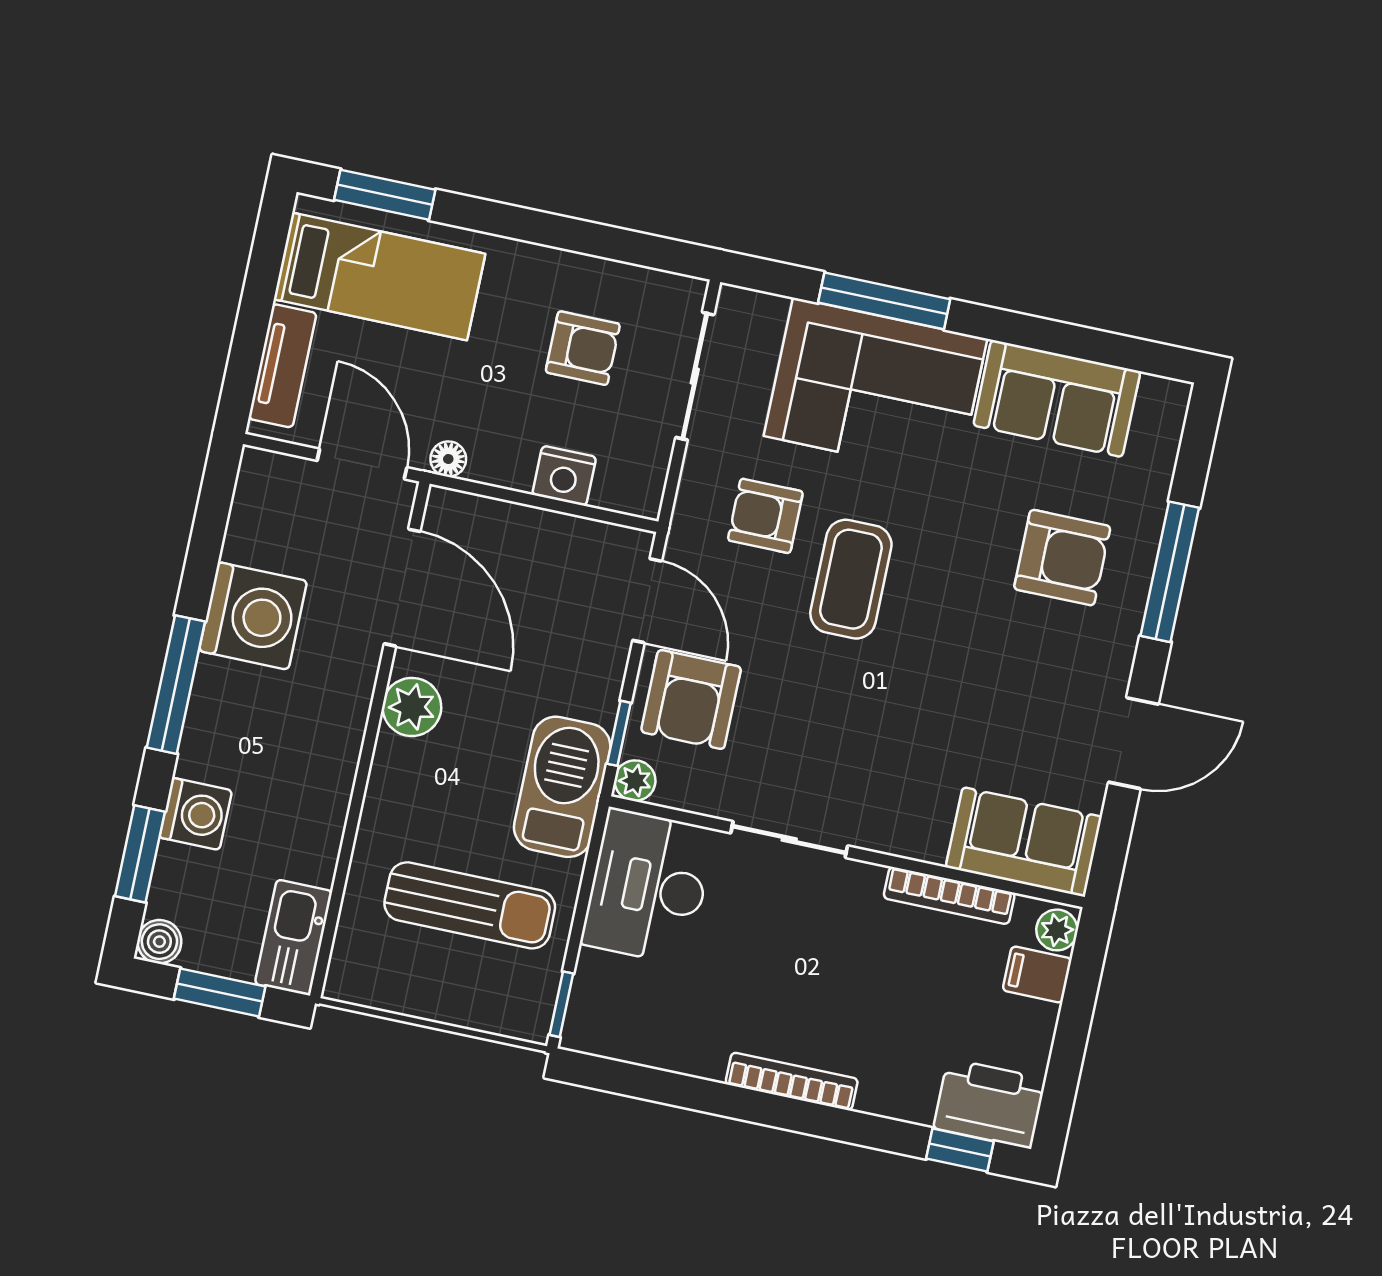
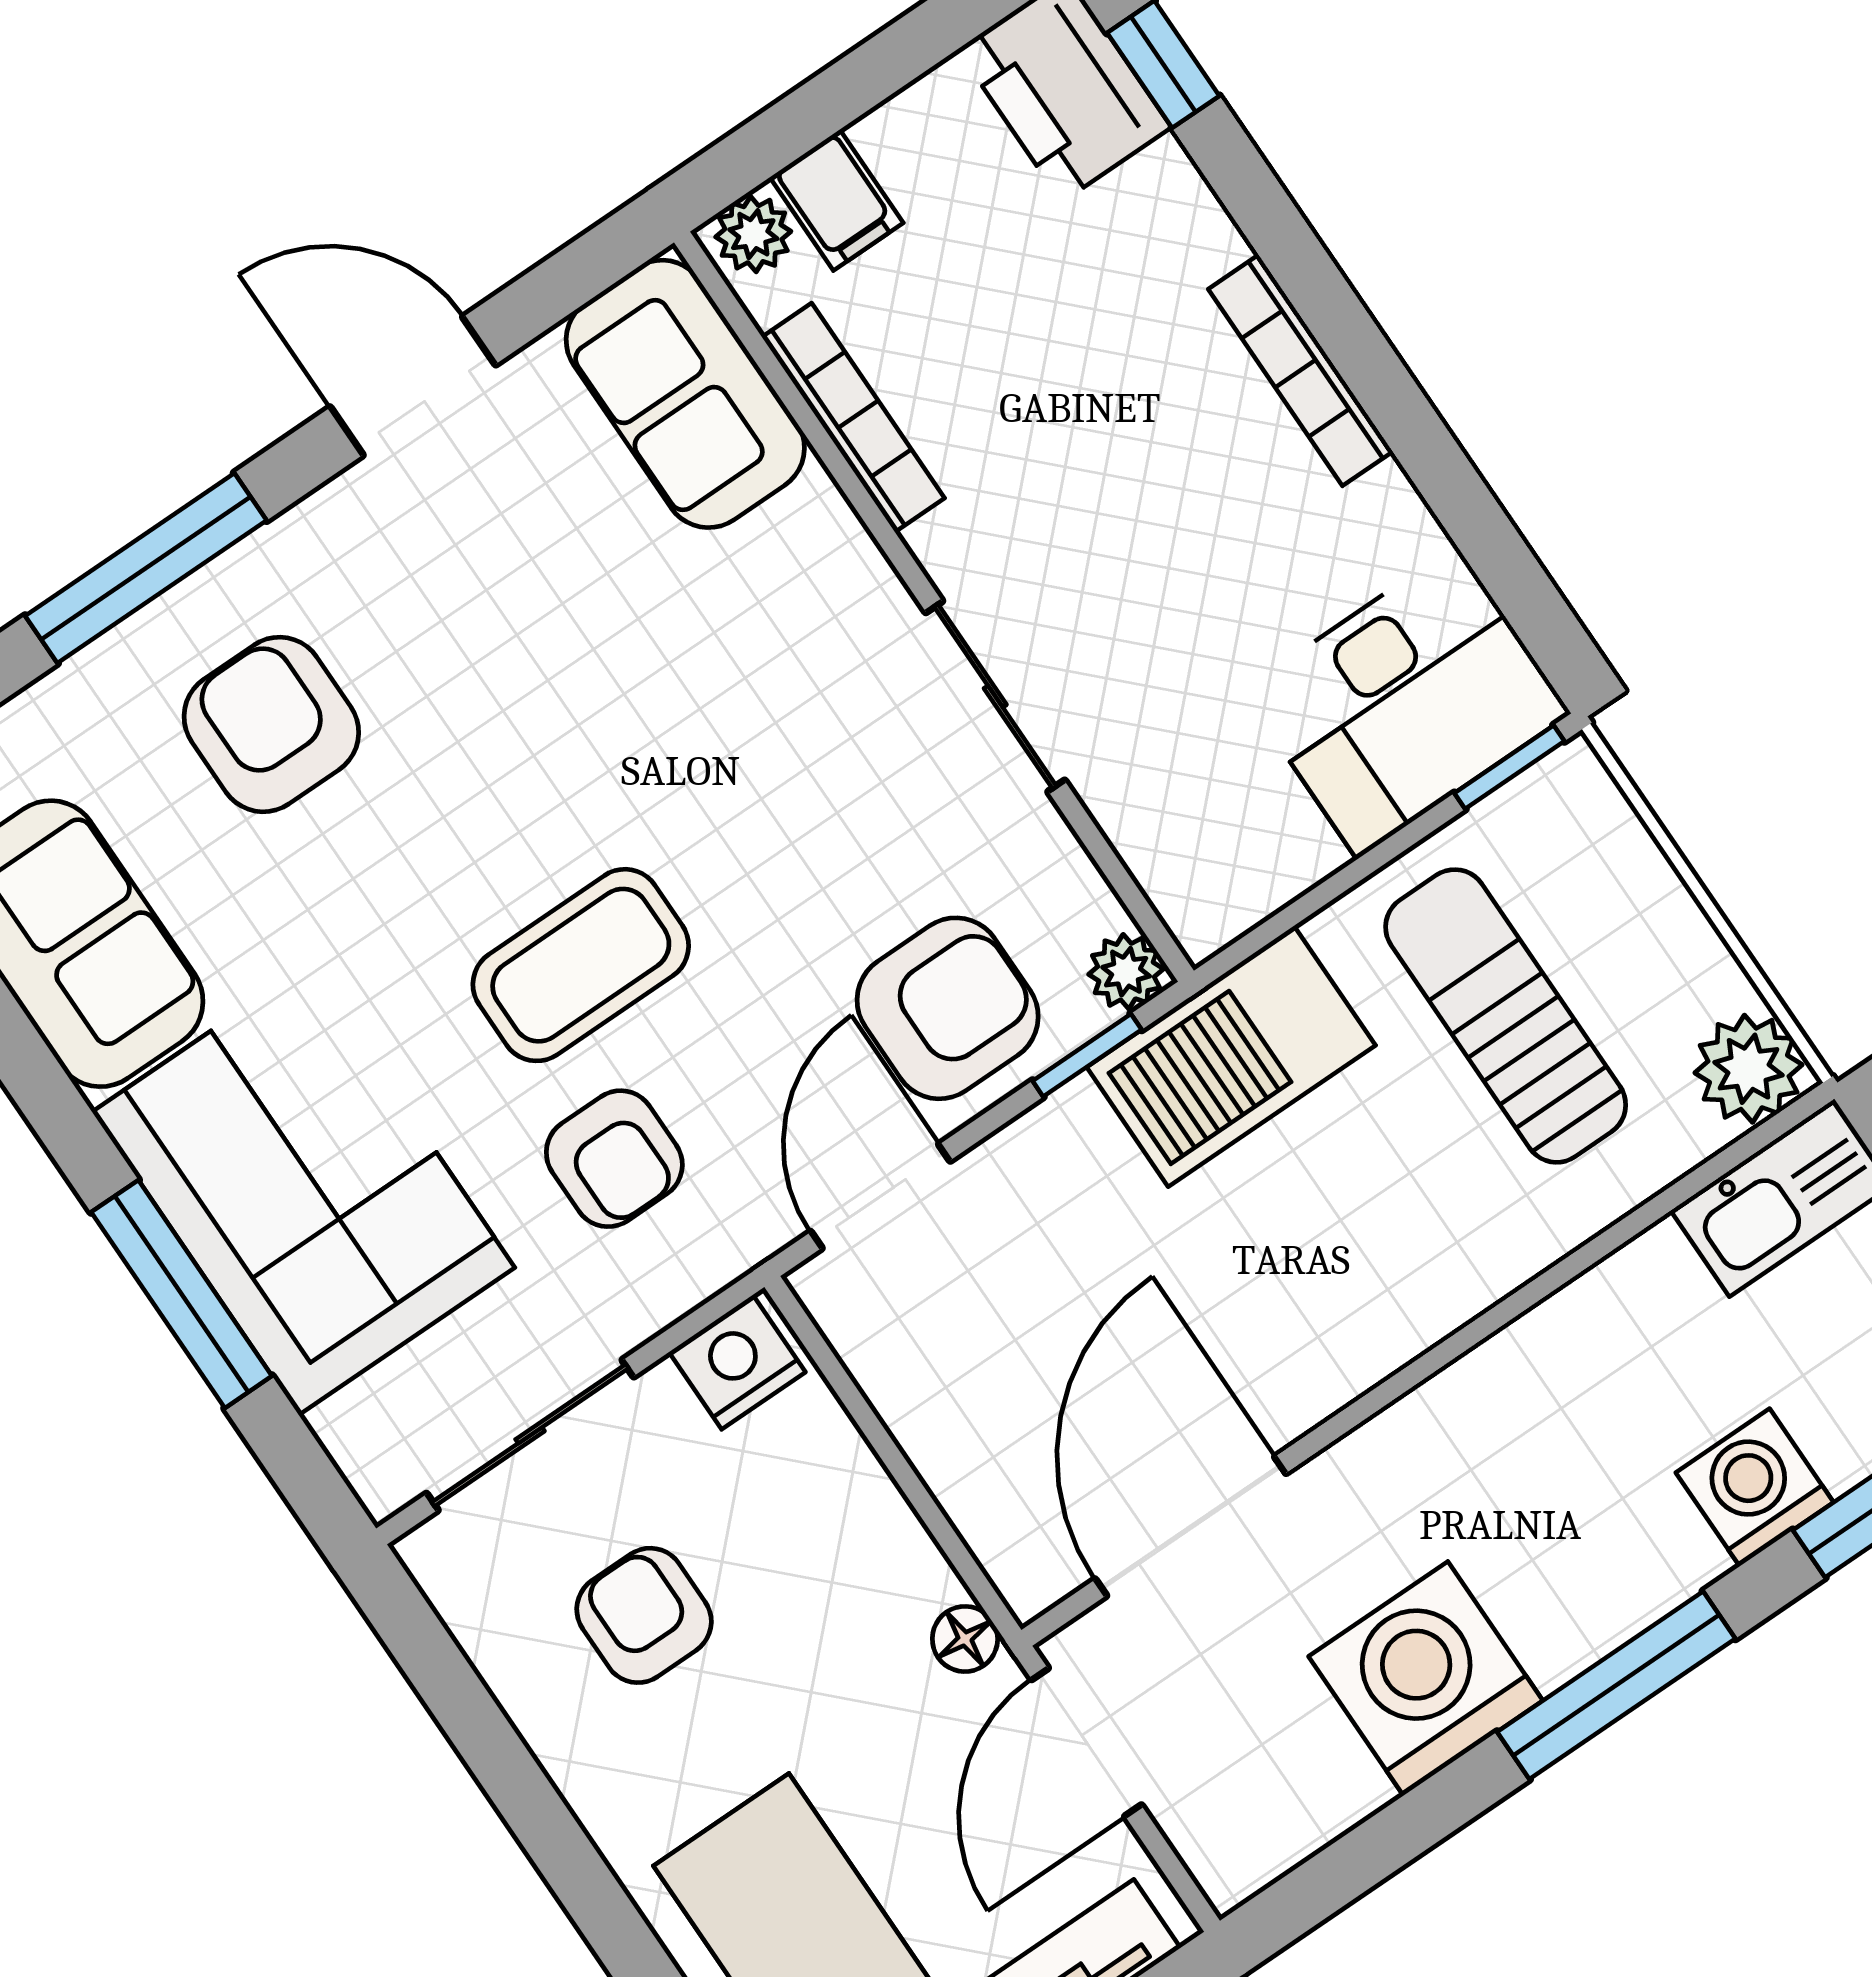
nightstand: (564, 476) -> (737, 1362), moved, turned -90
plant: (412, 707) -> (1749, 1069), moved
desk: (648, 887) -> (1407, 702), moved

